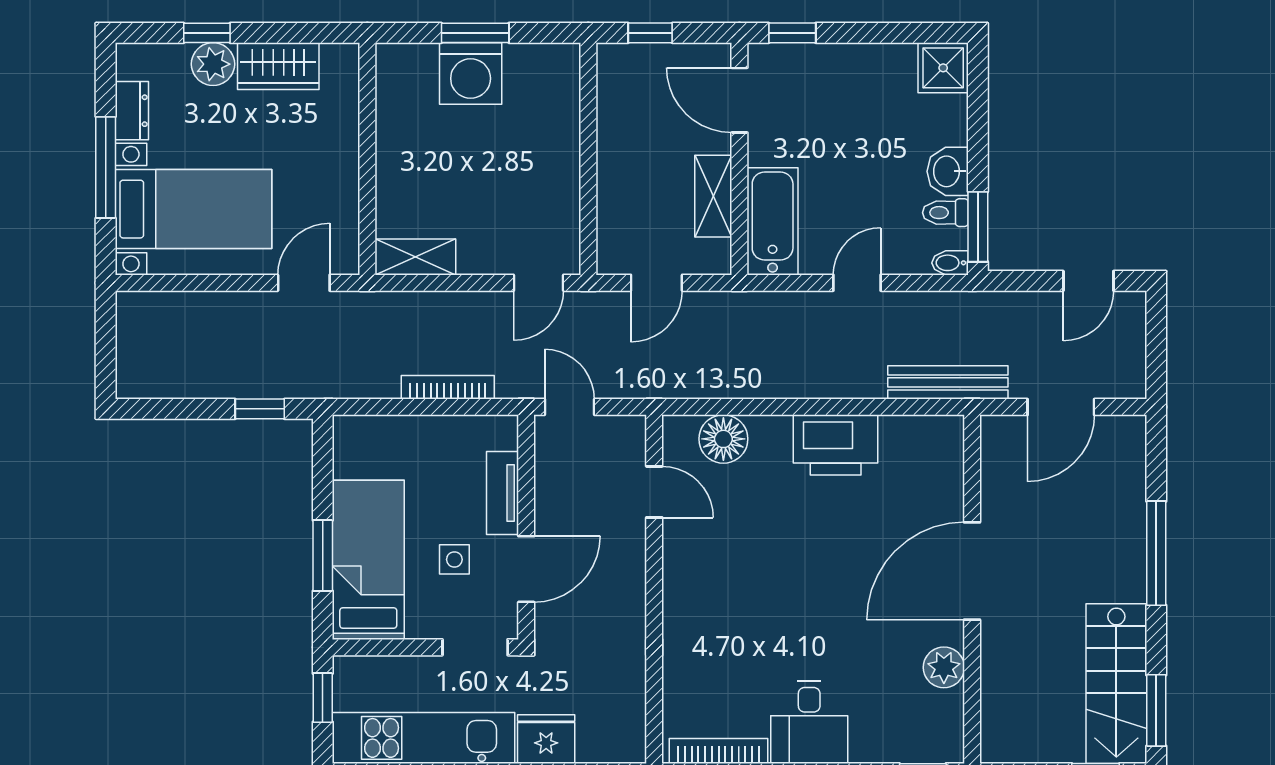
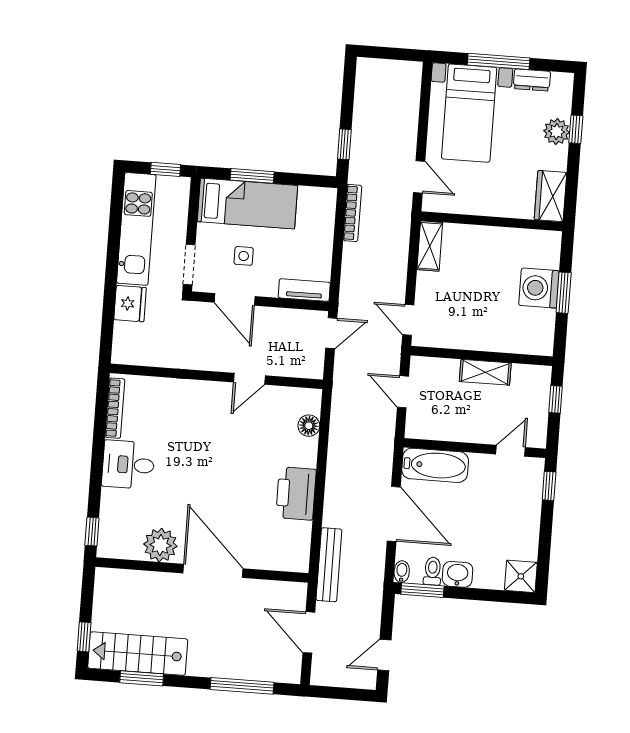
wardrobe: (278, 66) -> (550, 196), moved
door: (739, 100) -> (510, 451), width x0.73
shelving: (713, 196) -> (485, 372), moved
door: (1088, 281) -> (384, 655), hinge flipped
door: (857, 283) -> (394, 514), width x1.88
bookcase: (448, 387) -> (352, 213), moved
floor lamp: (723, 439) -> (309, 426), width x0.73, depth x0.73
door: (654, 492) -> (249, 379), moved
tv unit: (503, 493) -> (304, 290), moved
window: (1156, 553) -> (242, 686), moved
plant: (944, 667) -> (160, 545), width x1.36, depth x1.36
window: (1156, 710) -> (142, 678), moved

